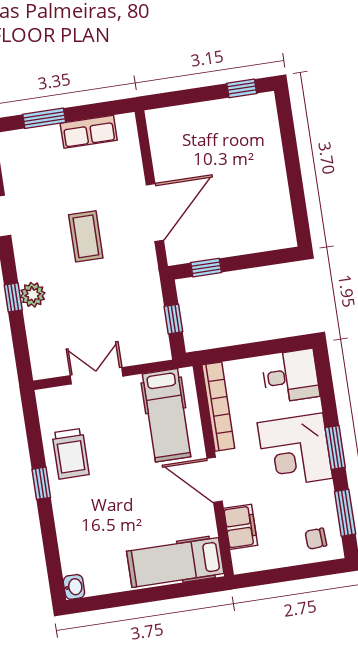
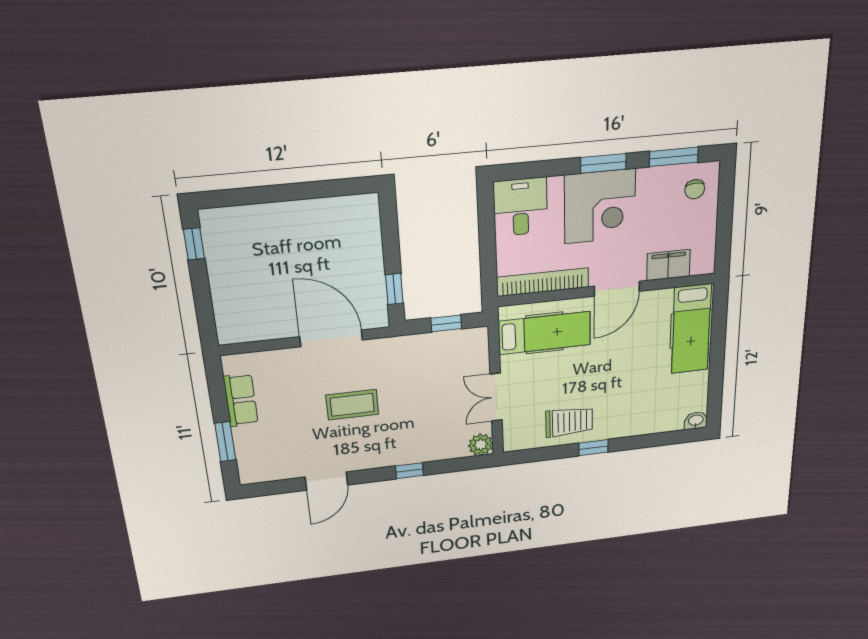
plant: (33, 295) -> (481, 445), moved

